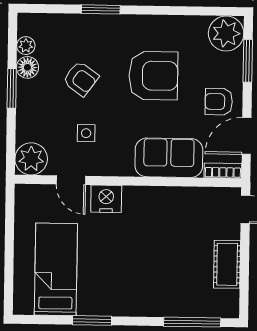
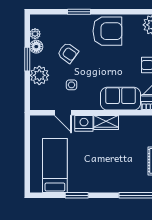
armchair: (153, 76) -> (107, 31), moved
plant: (31, 159) -> (39, 75), moved
wardrobe: (144, 198) -> (106, 122), added

